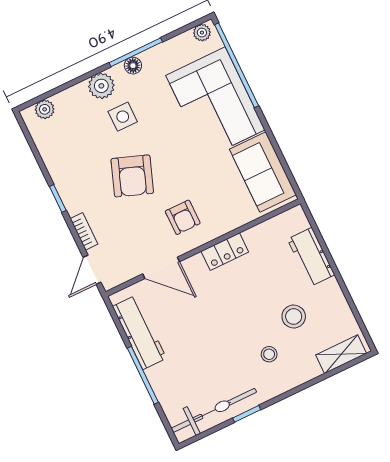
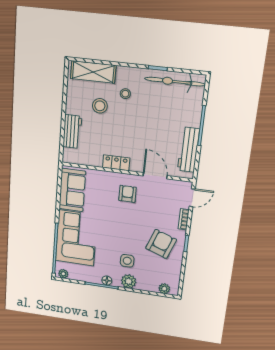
armchair: (132, 176) -> (161, 244), moved
shelving: (341, 354) -> (93, 72), width x1.50, depth x1.33

